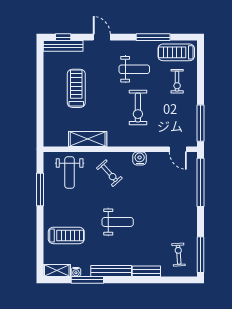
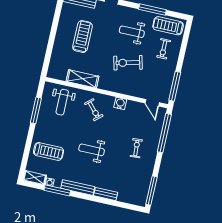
weight bench: (134, 69) -> (132, 32), turned 180
exercise bike: (138, 108) -> (128, 63), turned 76
weight bench: (118, 222) -> (92, 150), turned 180
exercise bike: (179, 255) -> (136, 148), moved

